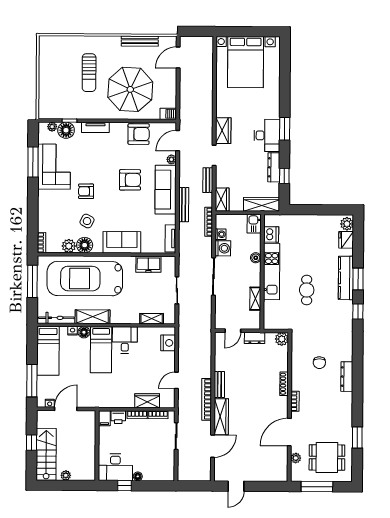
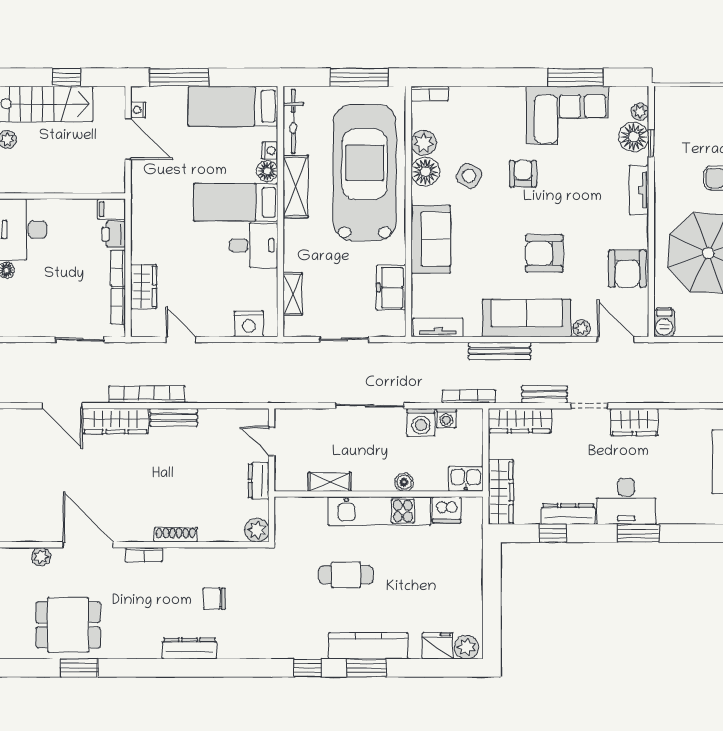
armchair: (130, 180) -> (544, 253), turned 90
wardrobe: (222, 200) -> (520, 421), width x1.50
dining table: (327, 457) -> (68, 625), moved, turned 90

